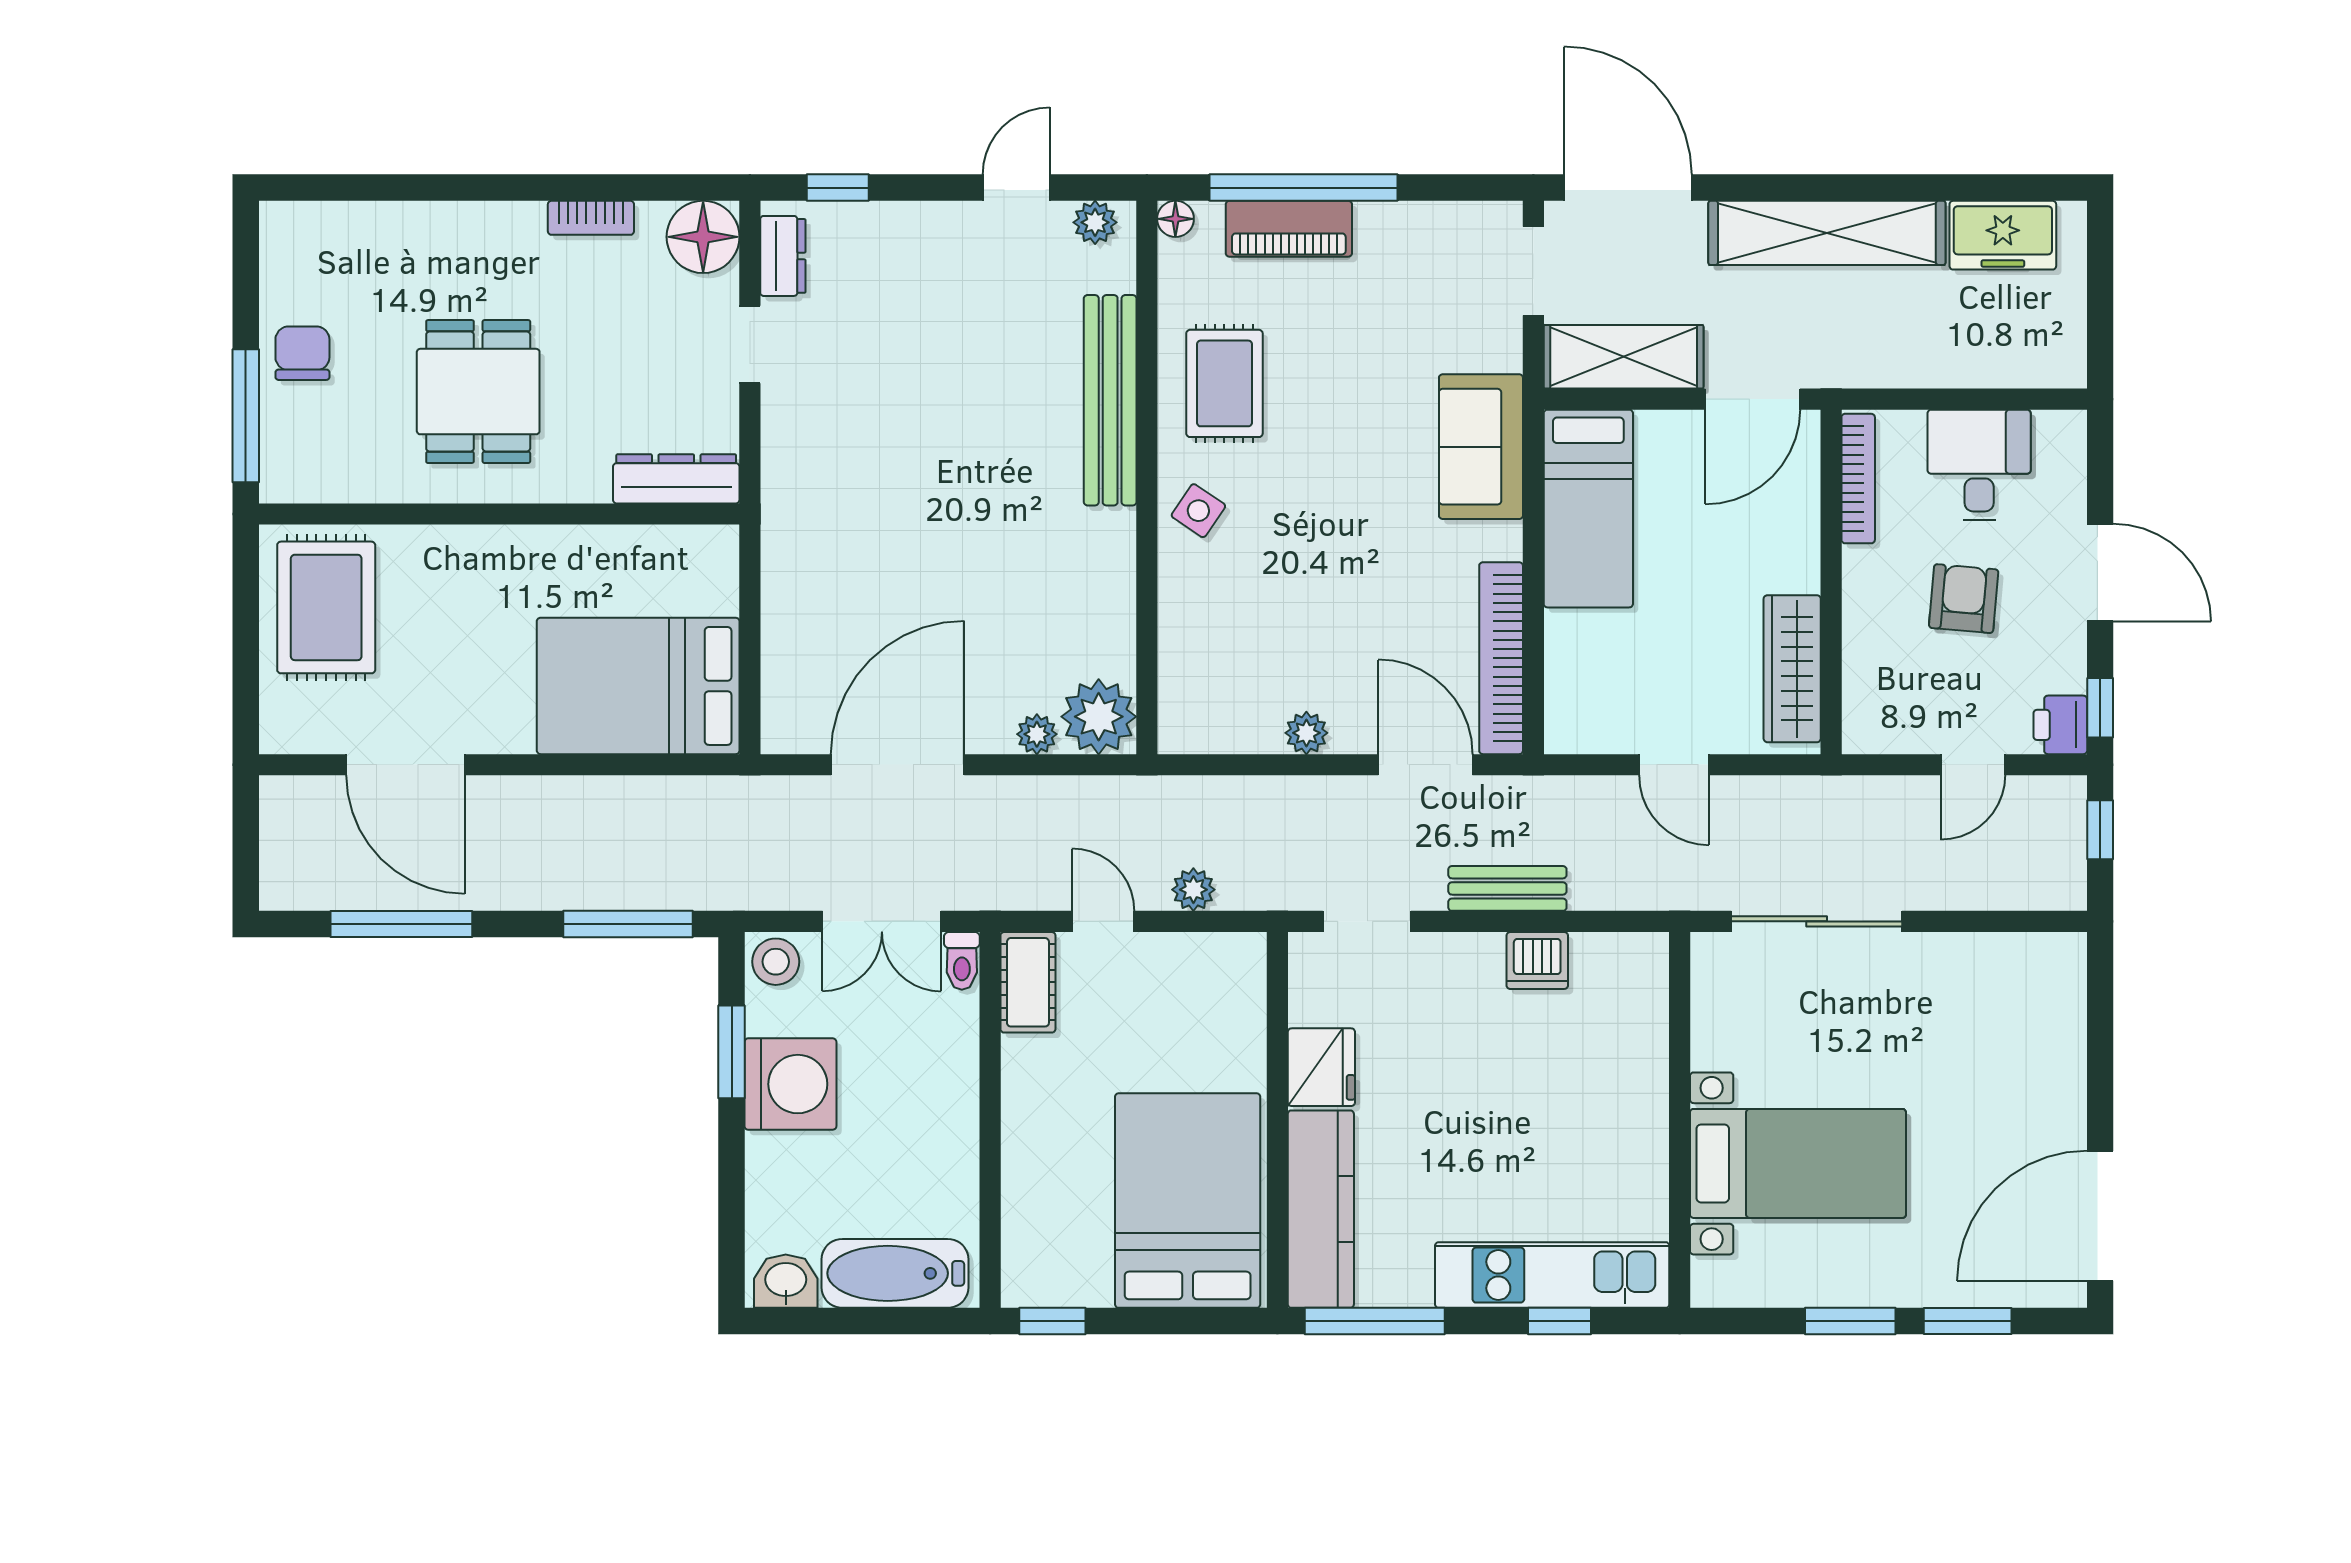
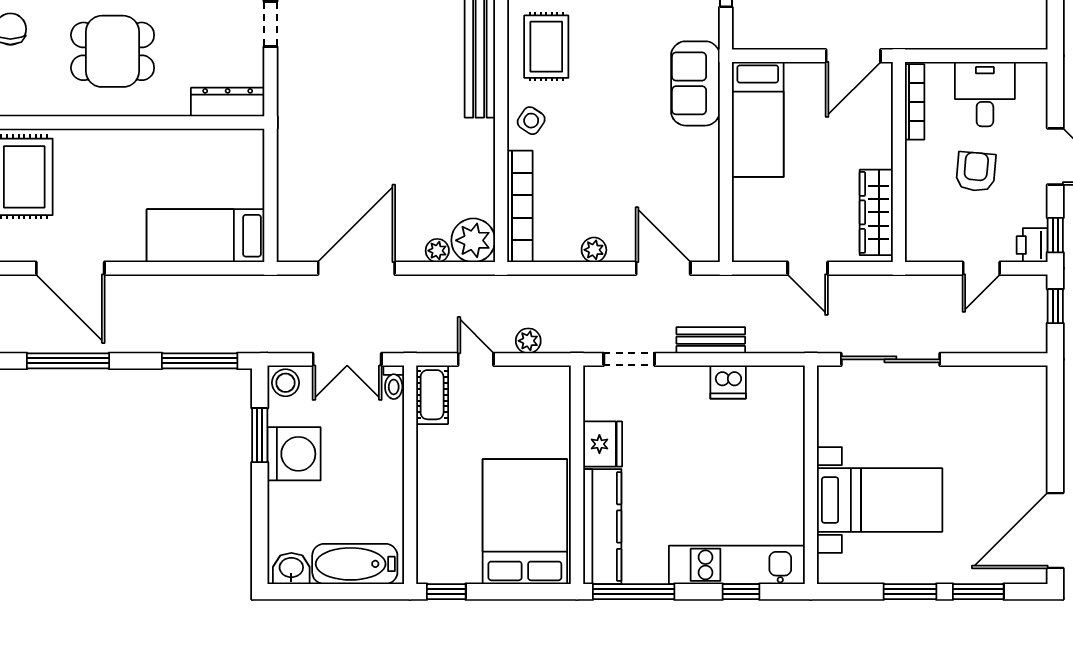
shelving: (1624, 357) -> (778, 31), removed
dining table: (478, 392) -> (113, 51), turned 90
bookcase: (1501, 658) -> (520, 206), moved, turned 180
bed: (638, 686) -> (206, 236), width x0.67

